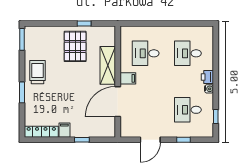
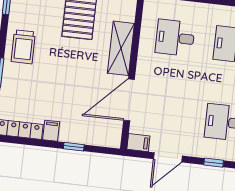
trolley: (38, 72) -> (23, 47), turned 180
filing cabinet: (128, 78) -> (138, 143), moved

